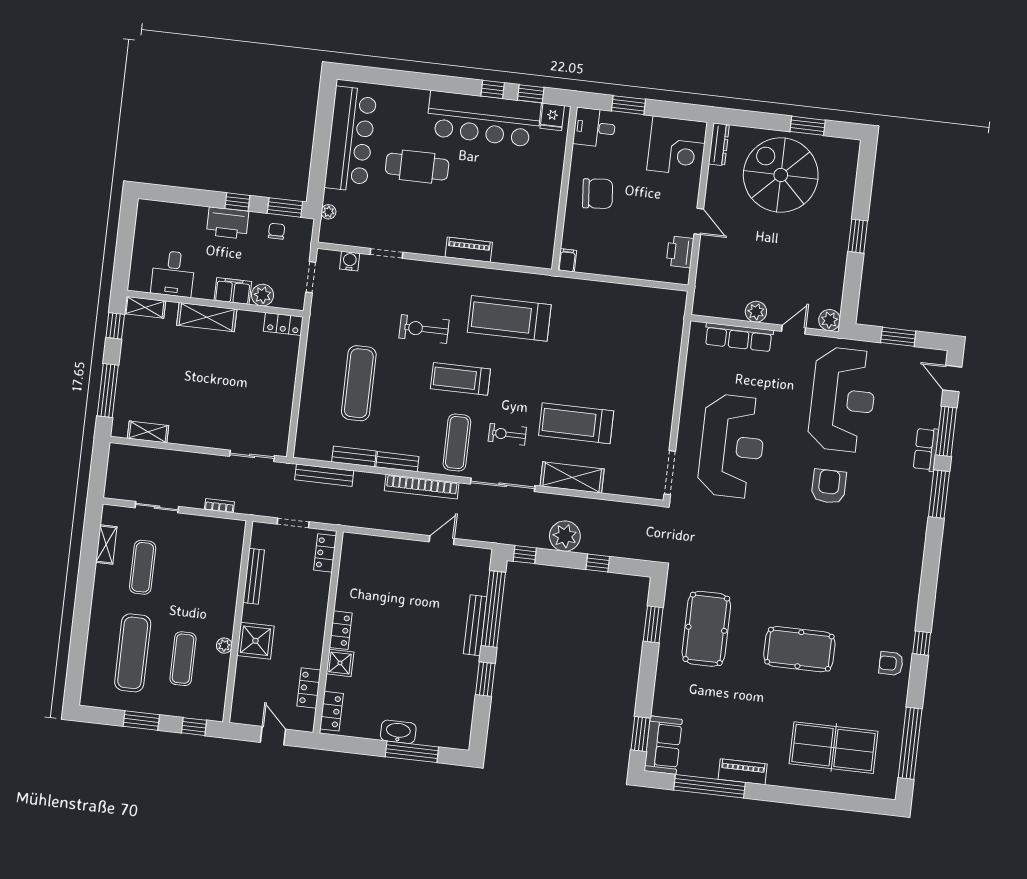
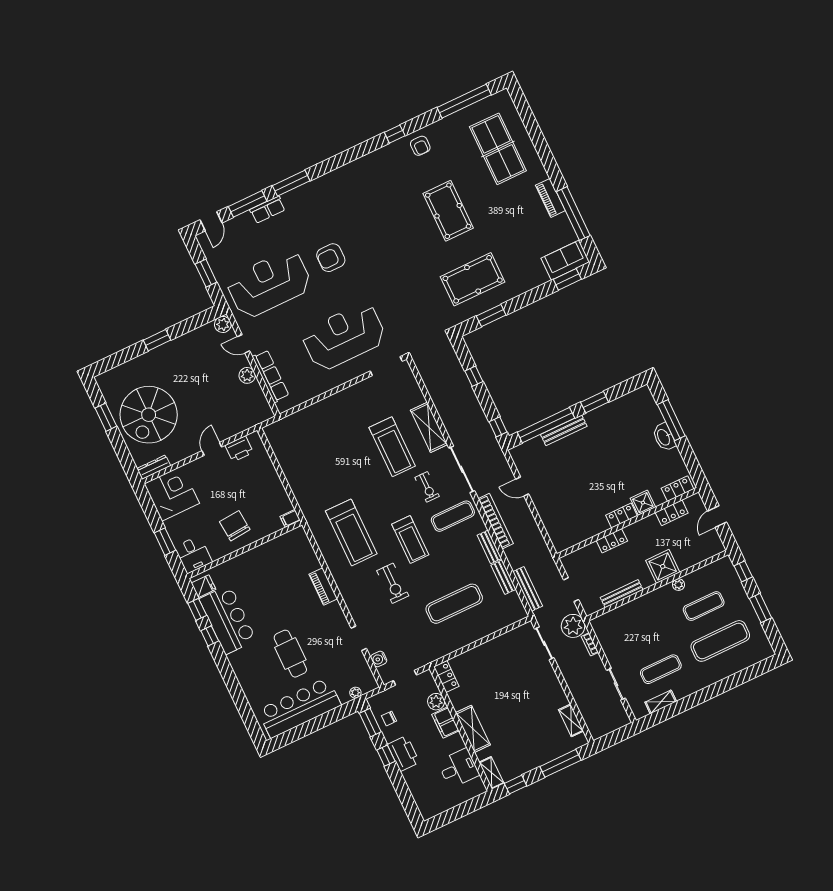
bar counter: (484, 119) -> (228, 620), width x0.73
plant: (565, 536) -> (573, 626), moved
locker: (325, 553) -> (612, 541), moved

